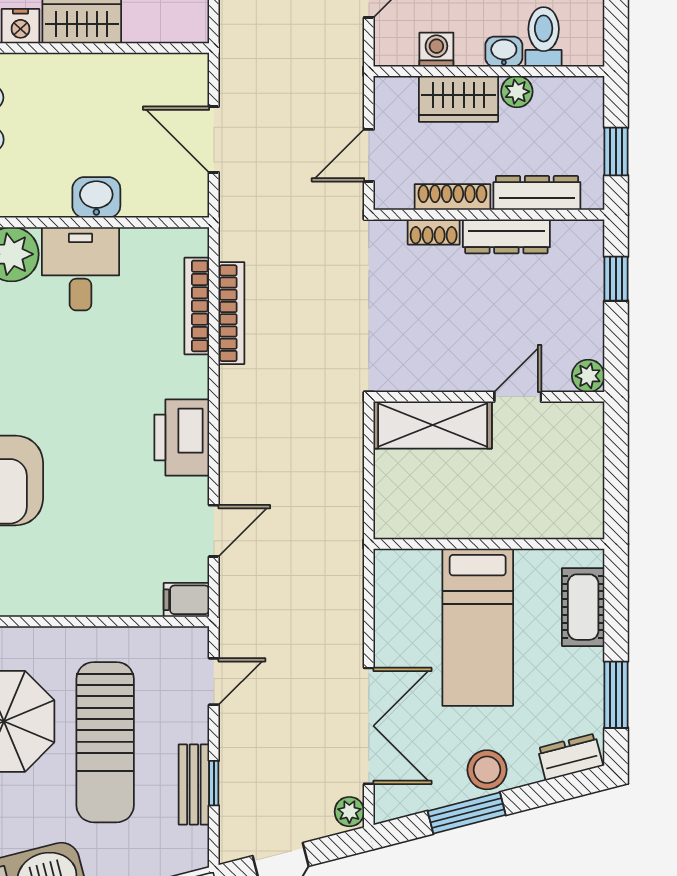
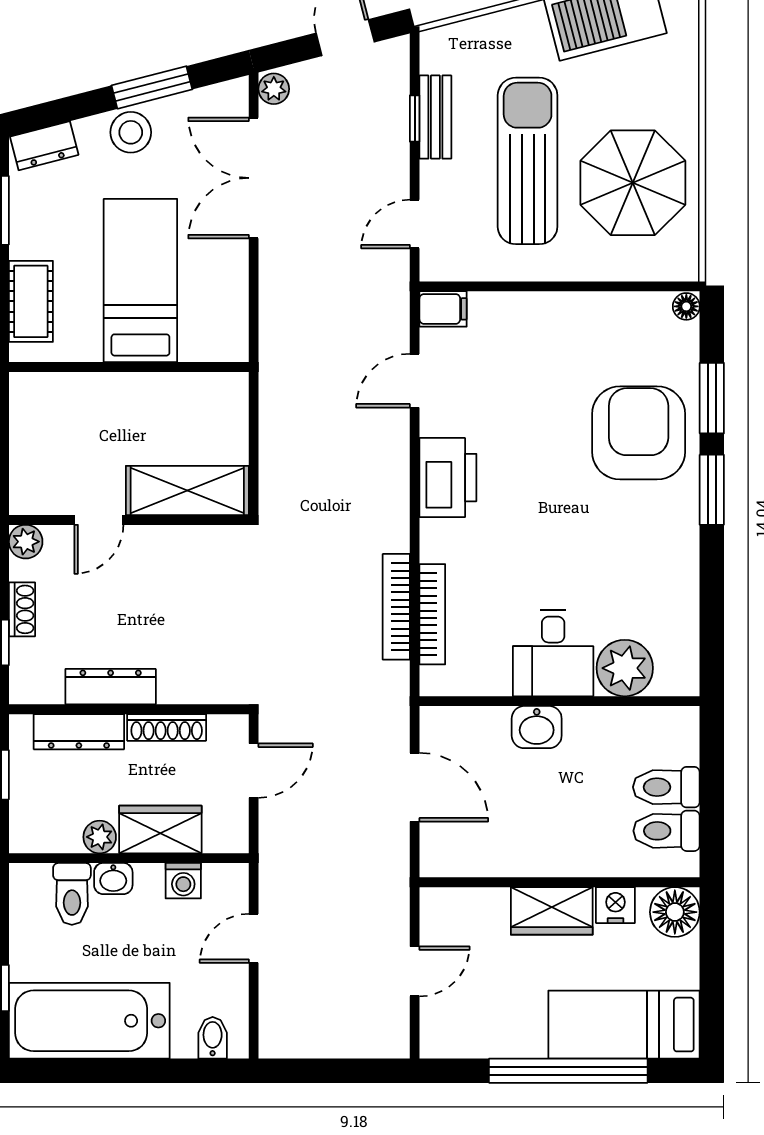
shoe rack: (434, 232) -> (22, 609), moved, turned 90

